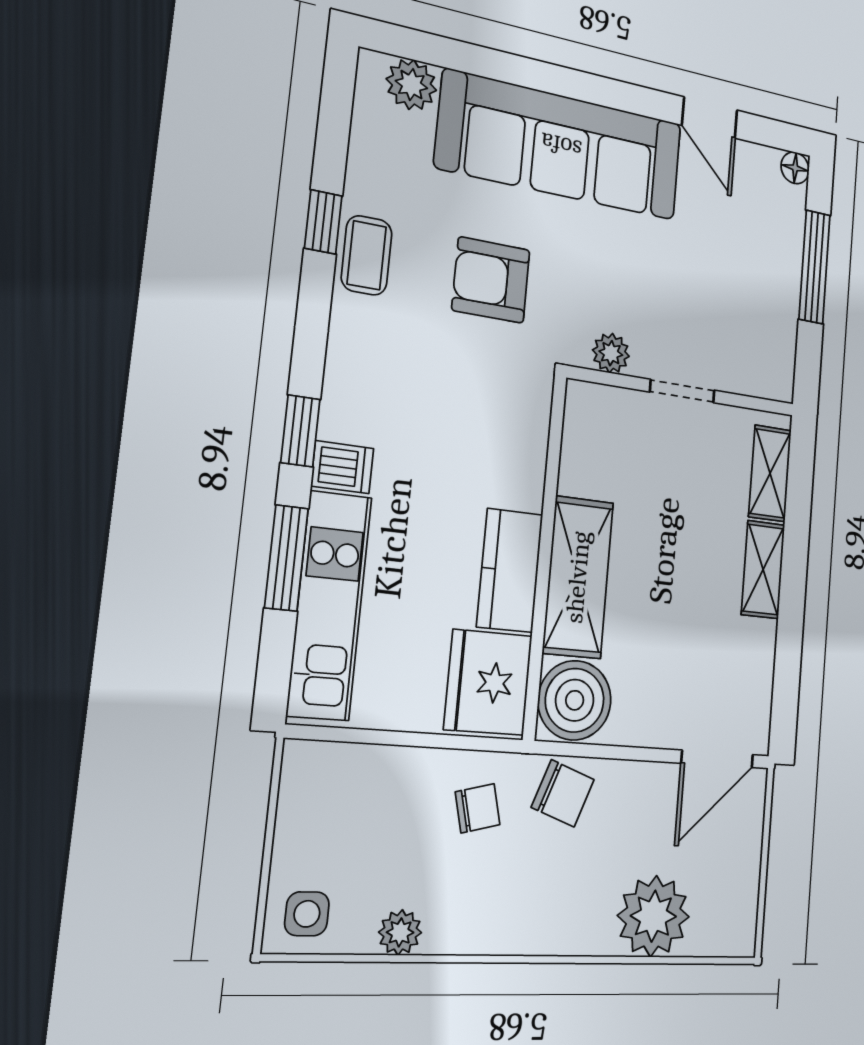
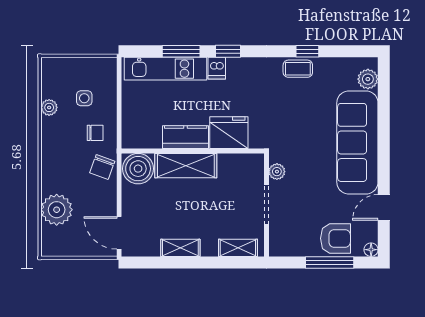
armchair: (491, 280) -> (336, 238), moved, turned 90
doorway: (682, 391) -> (266, 204), width x1.38
shelving: (763, 570) -> (180, 248), moved
fridge: (488, 682) -> (229, 133), moved
chair: (478, 808) -> (95, 133), turned -76
side table: (307, 914) -> (84, 98), moved

